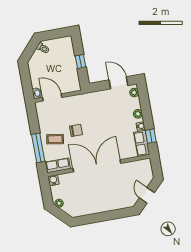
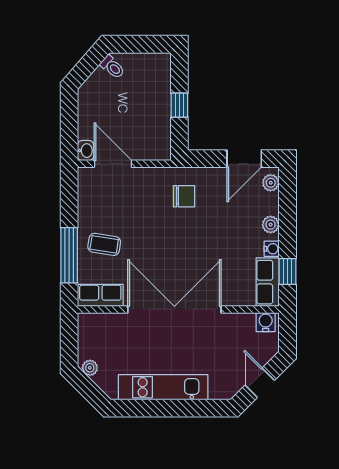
door: (118, 83) -> (244, 159), swing flipped
chair: (76, 130) -> (184, 196), moved
water cooler: (53, 180) -> (266, 322), moved
kitchen unit: (98, 206) -> (163, 387), added

